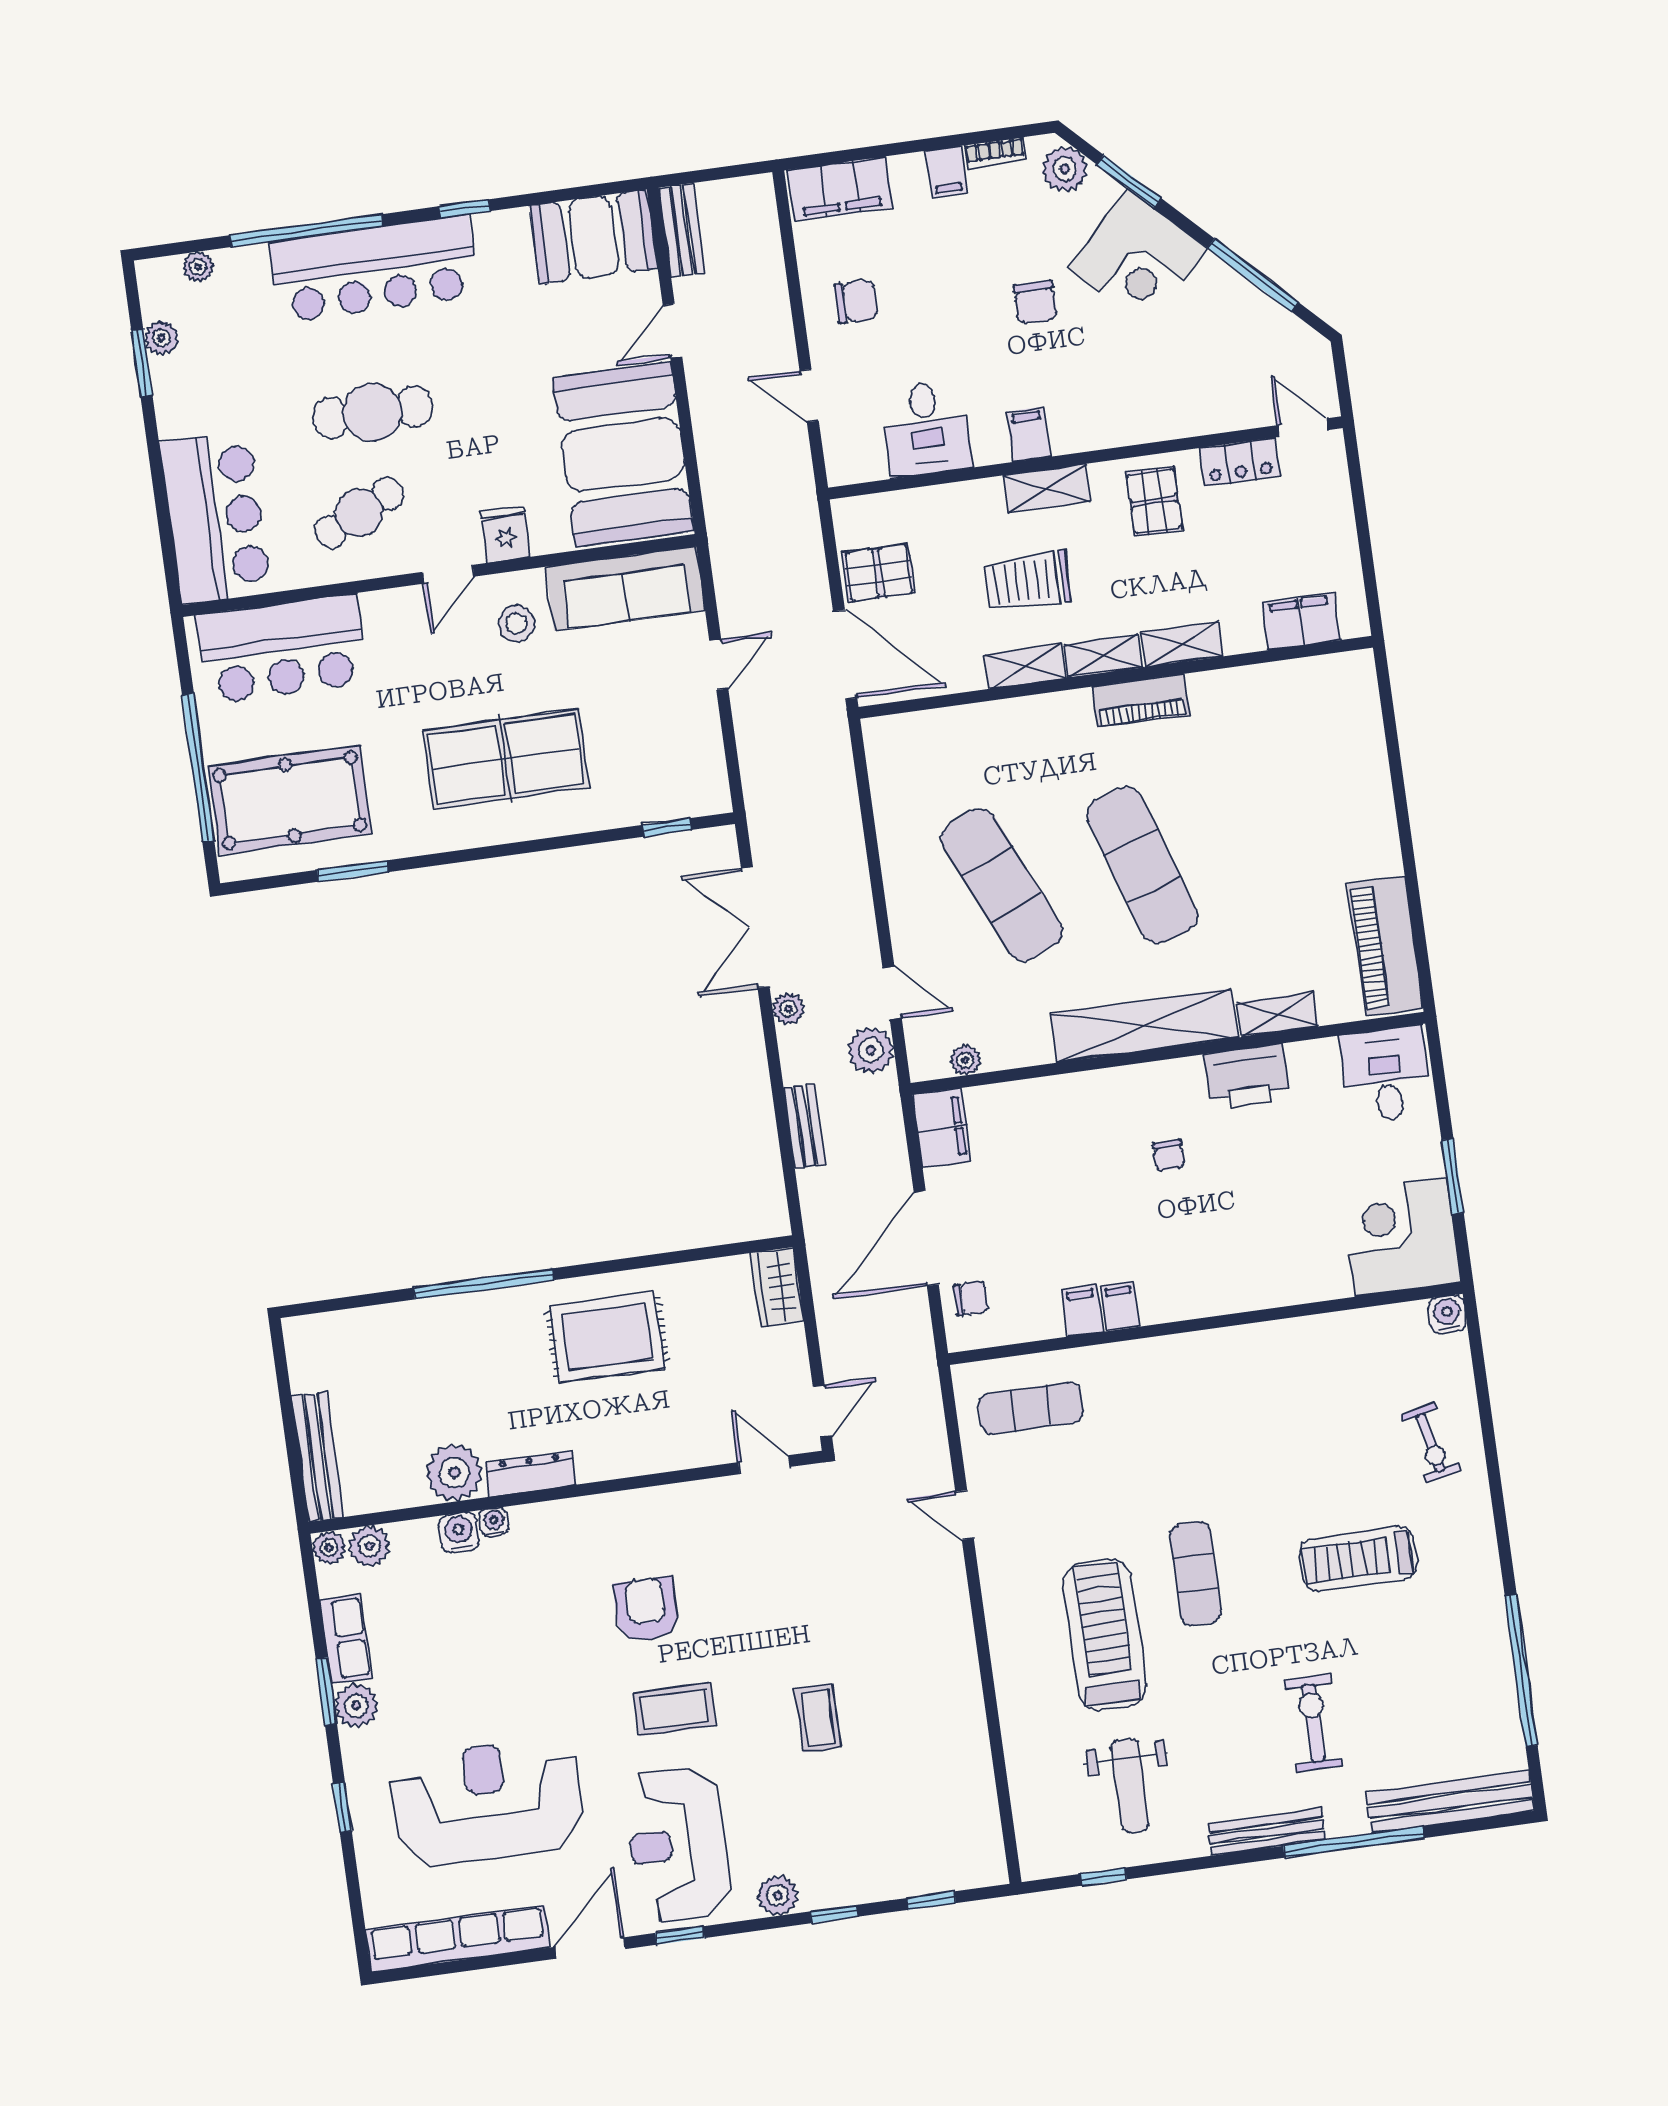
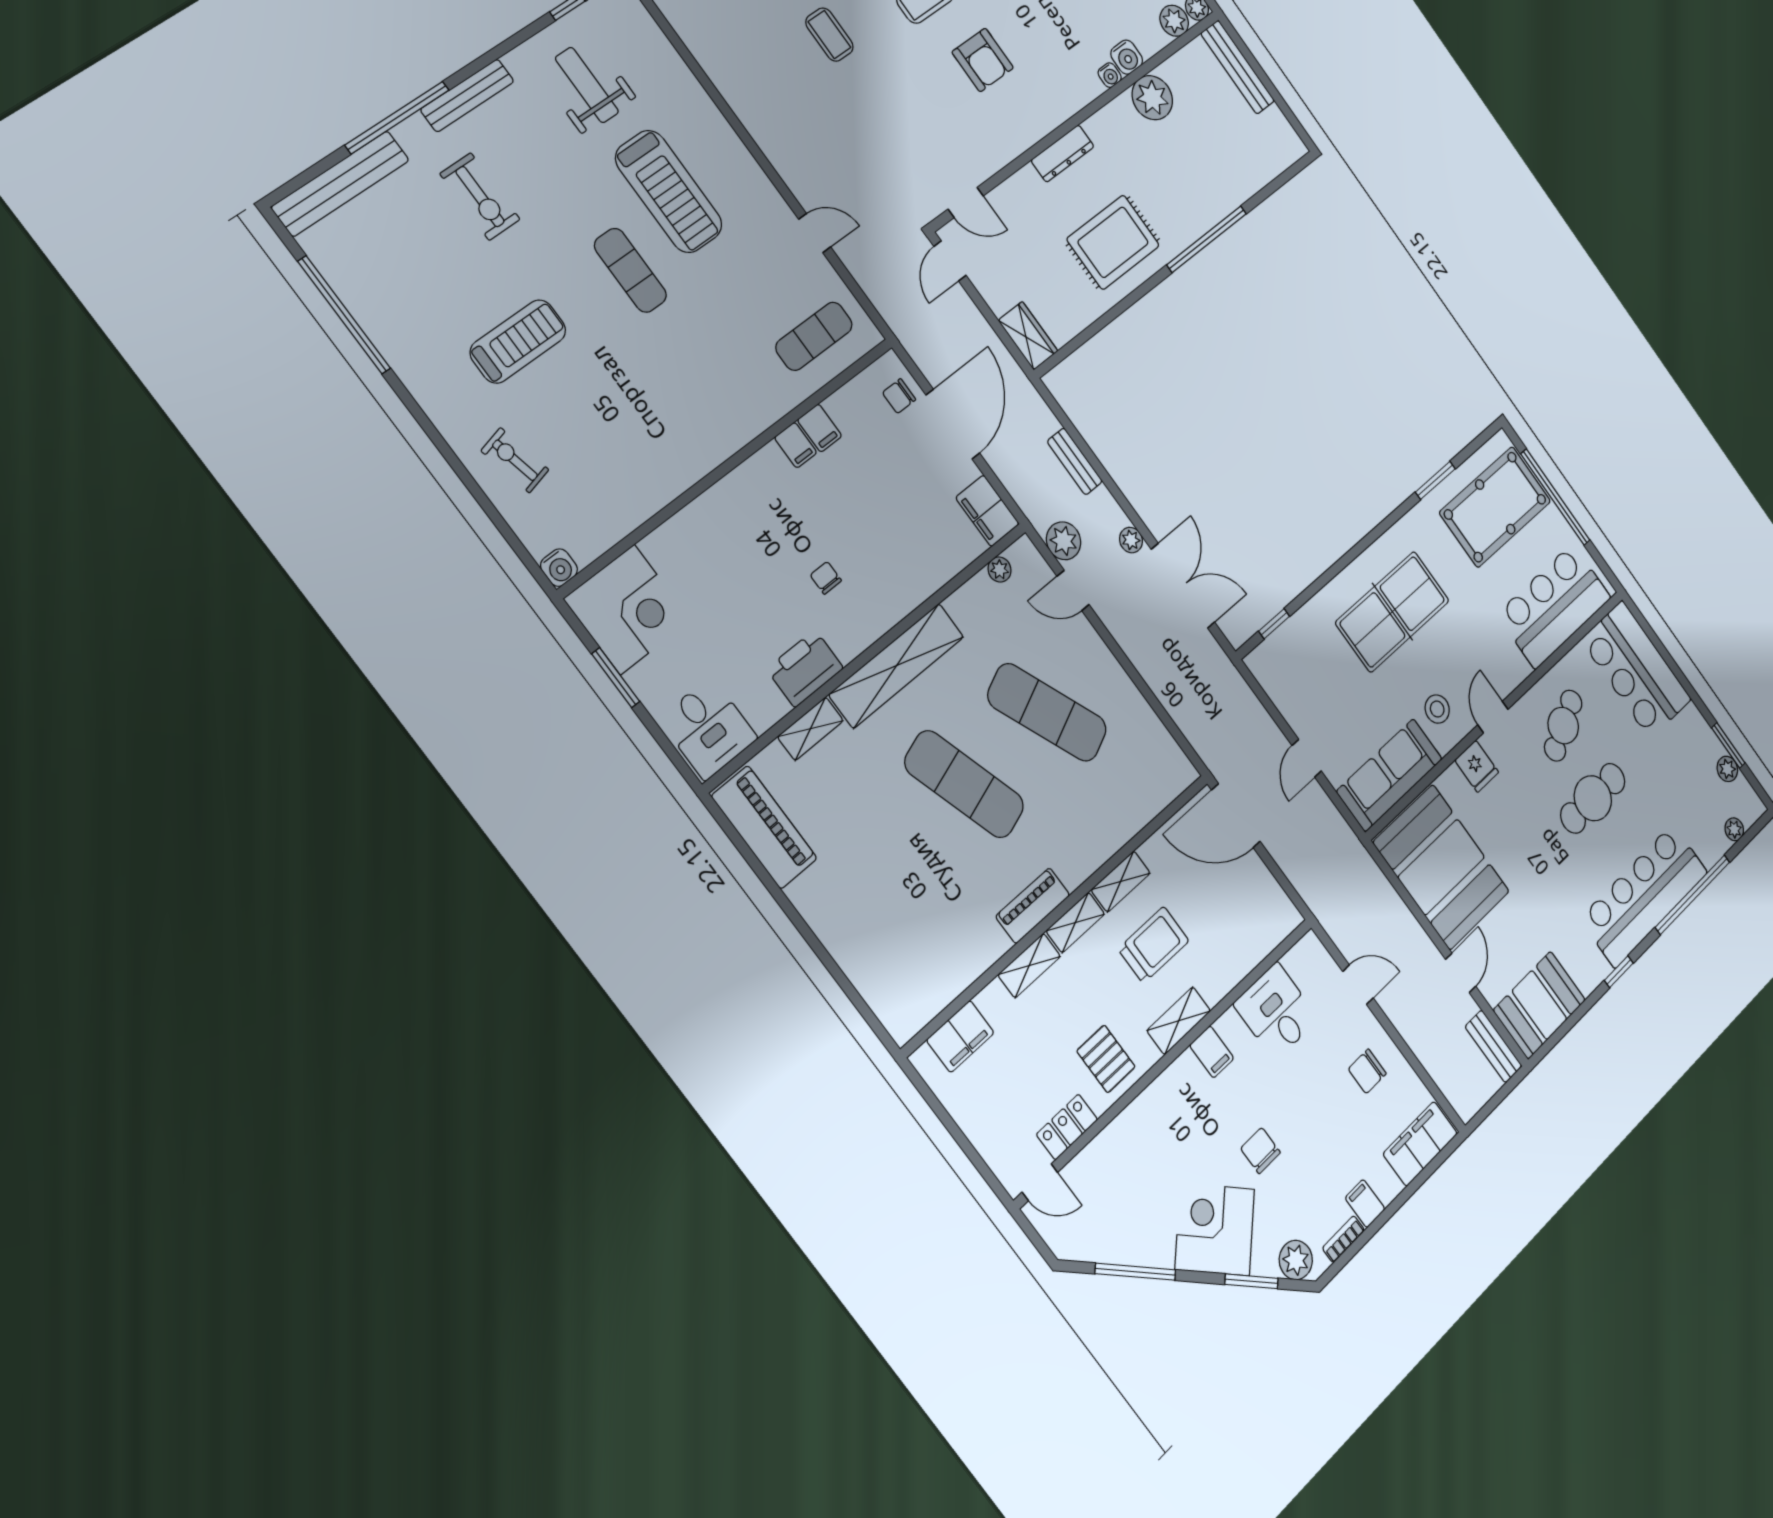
pallet: (878, 573) -> (1248, 888), removed
dresser: (531, 1474) -> (1063, 153), moved

